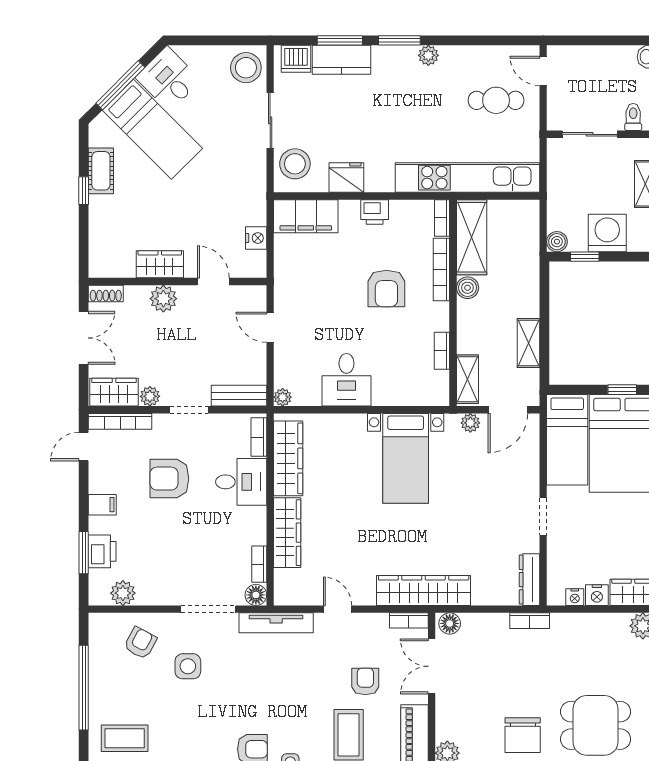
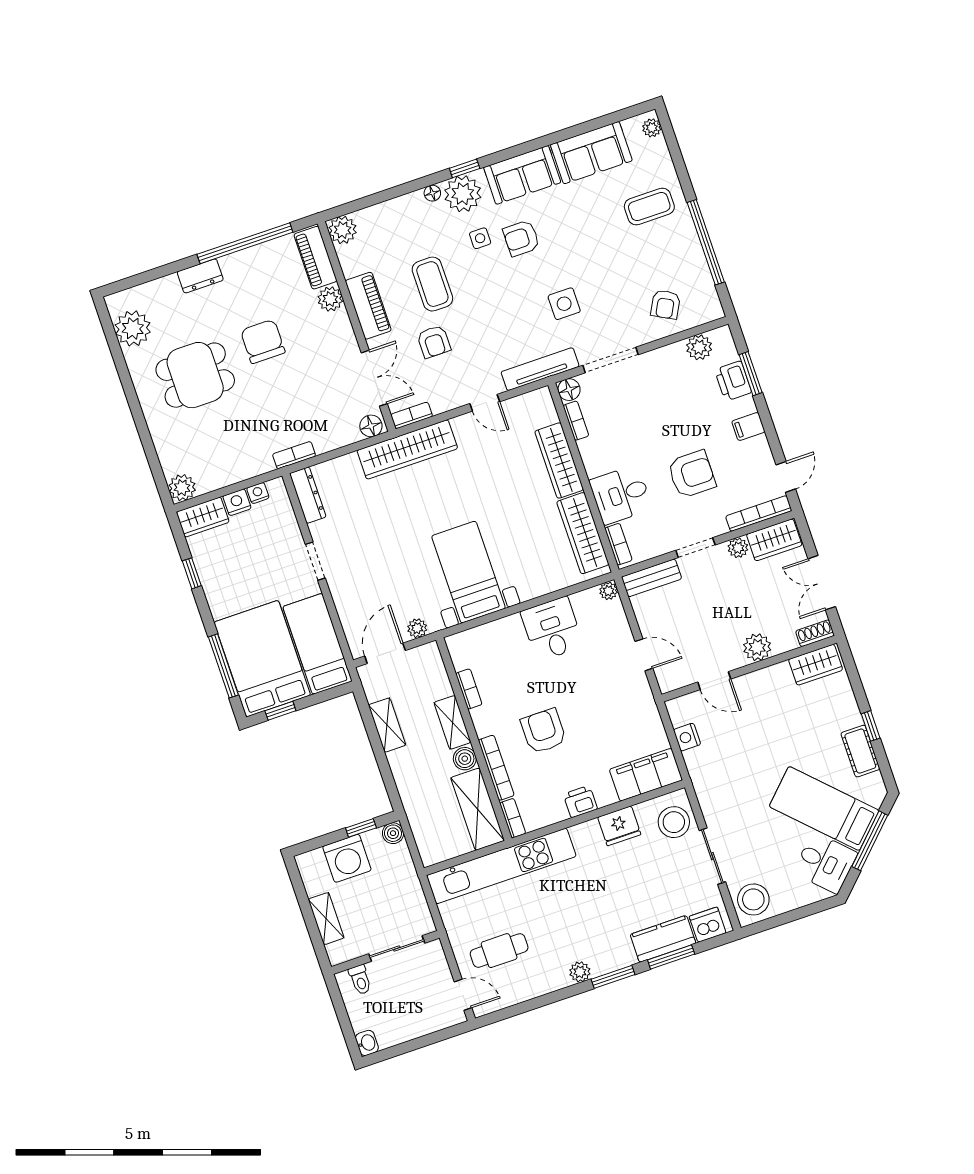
wardrobe: (160, 264) -> (816, 665), moved
shelving: (467, 379) -> (452, 722), moved
side table: (188, 666) -> (564, 304), moved

